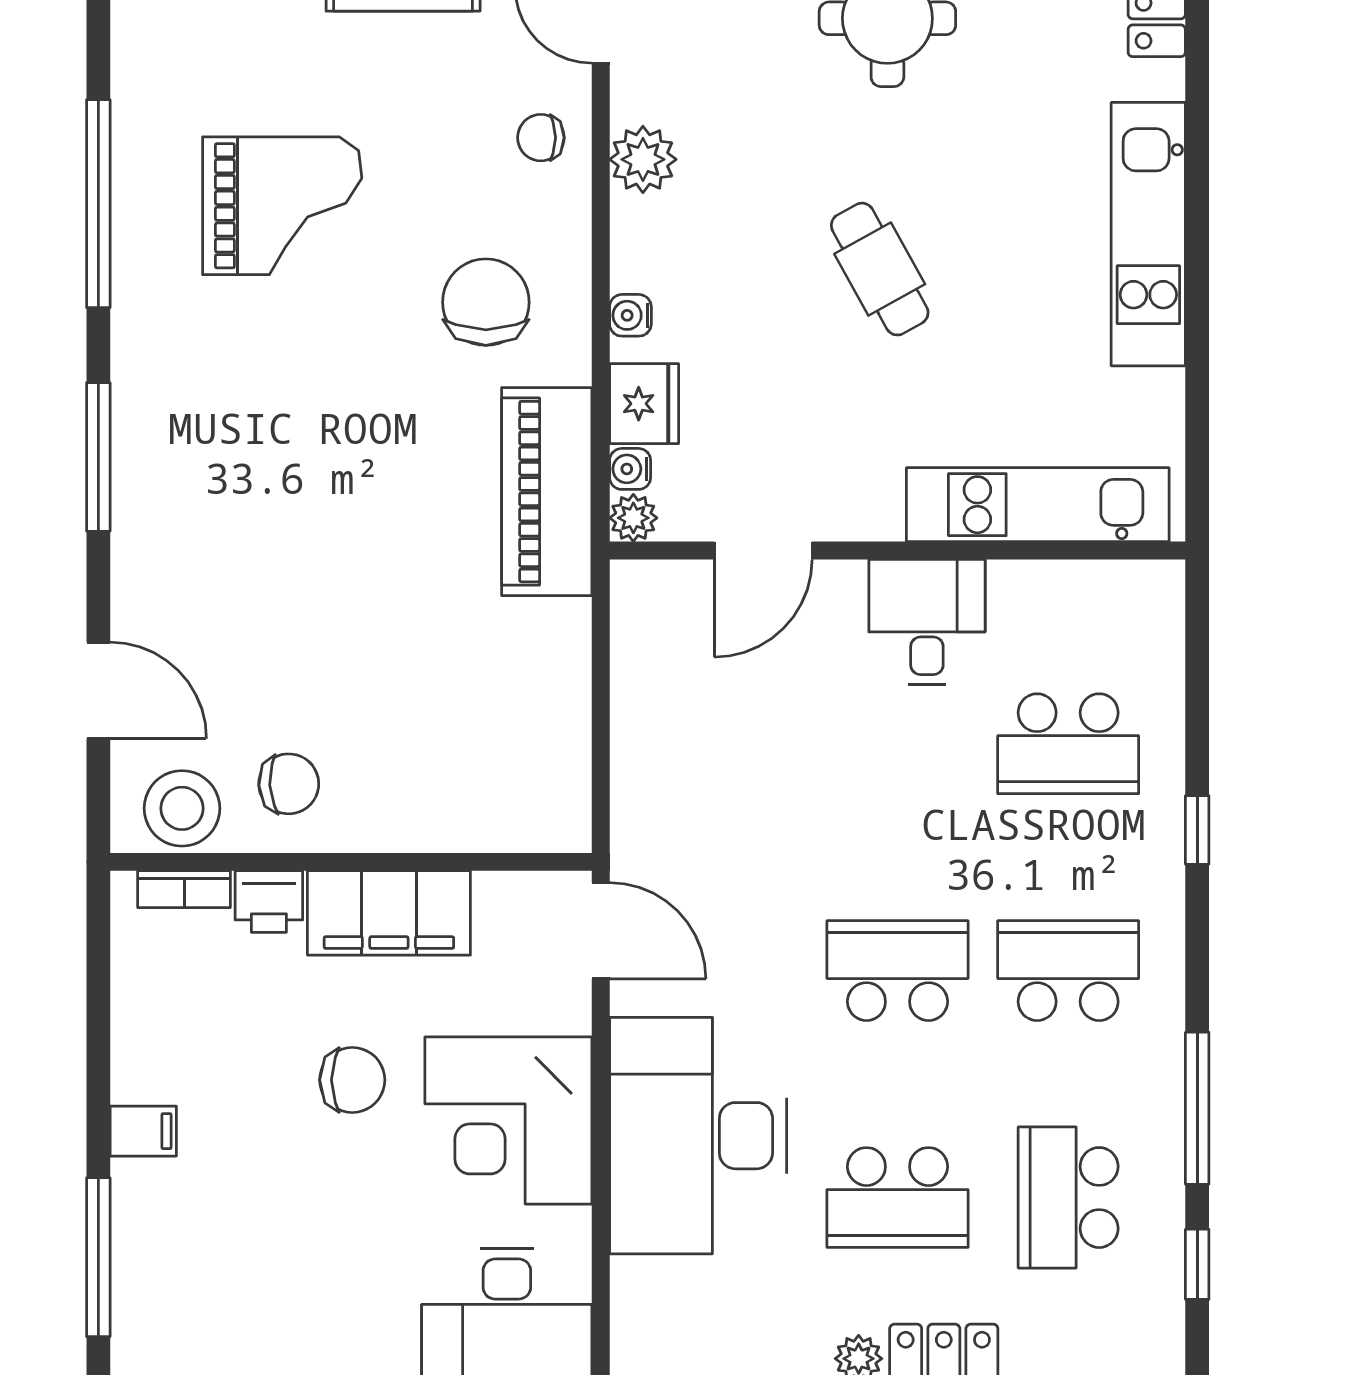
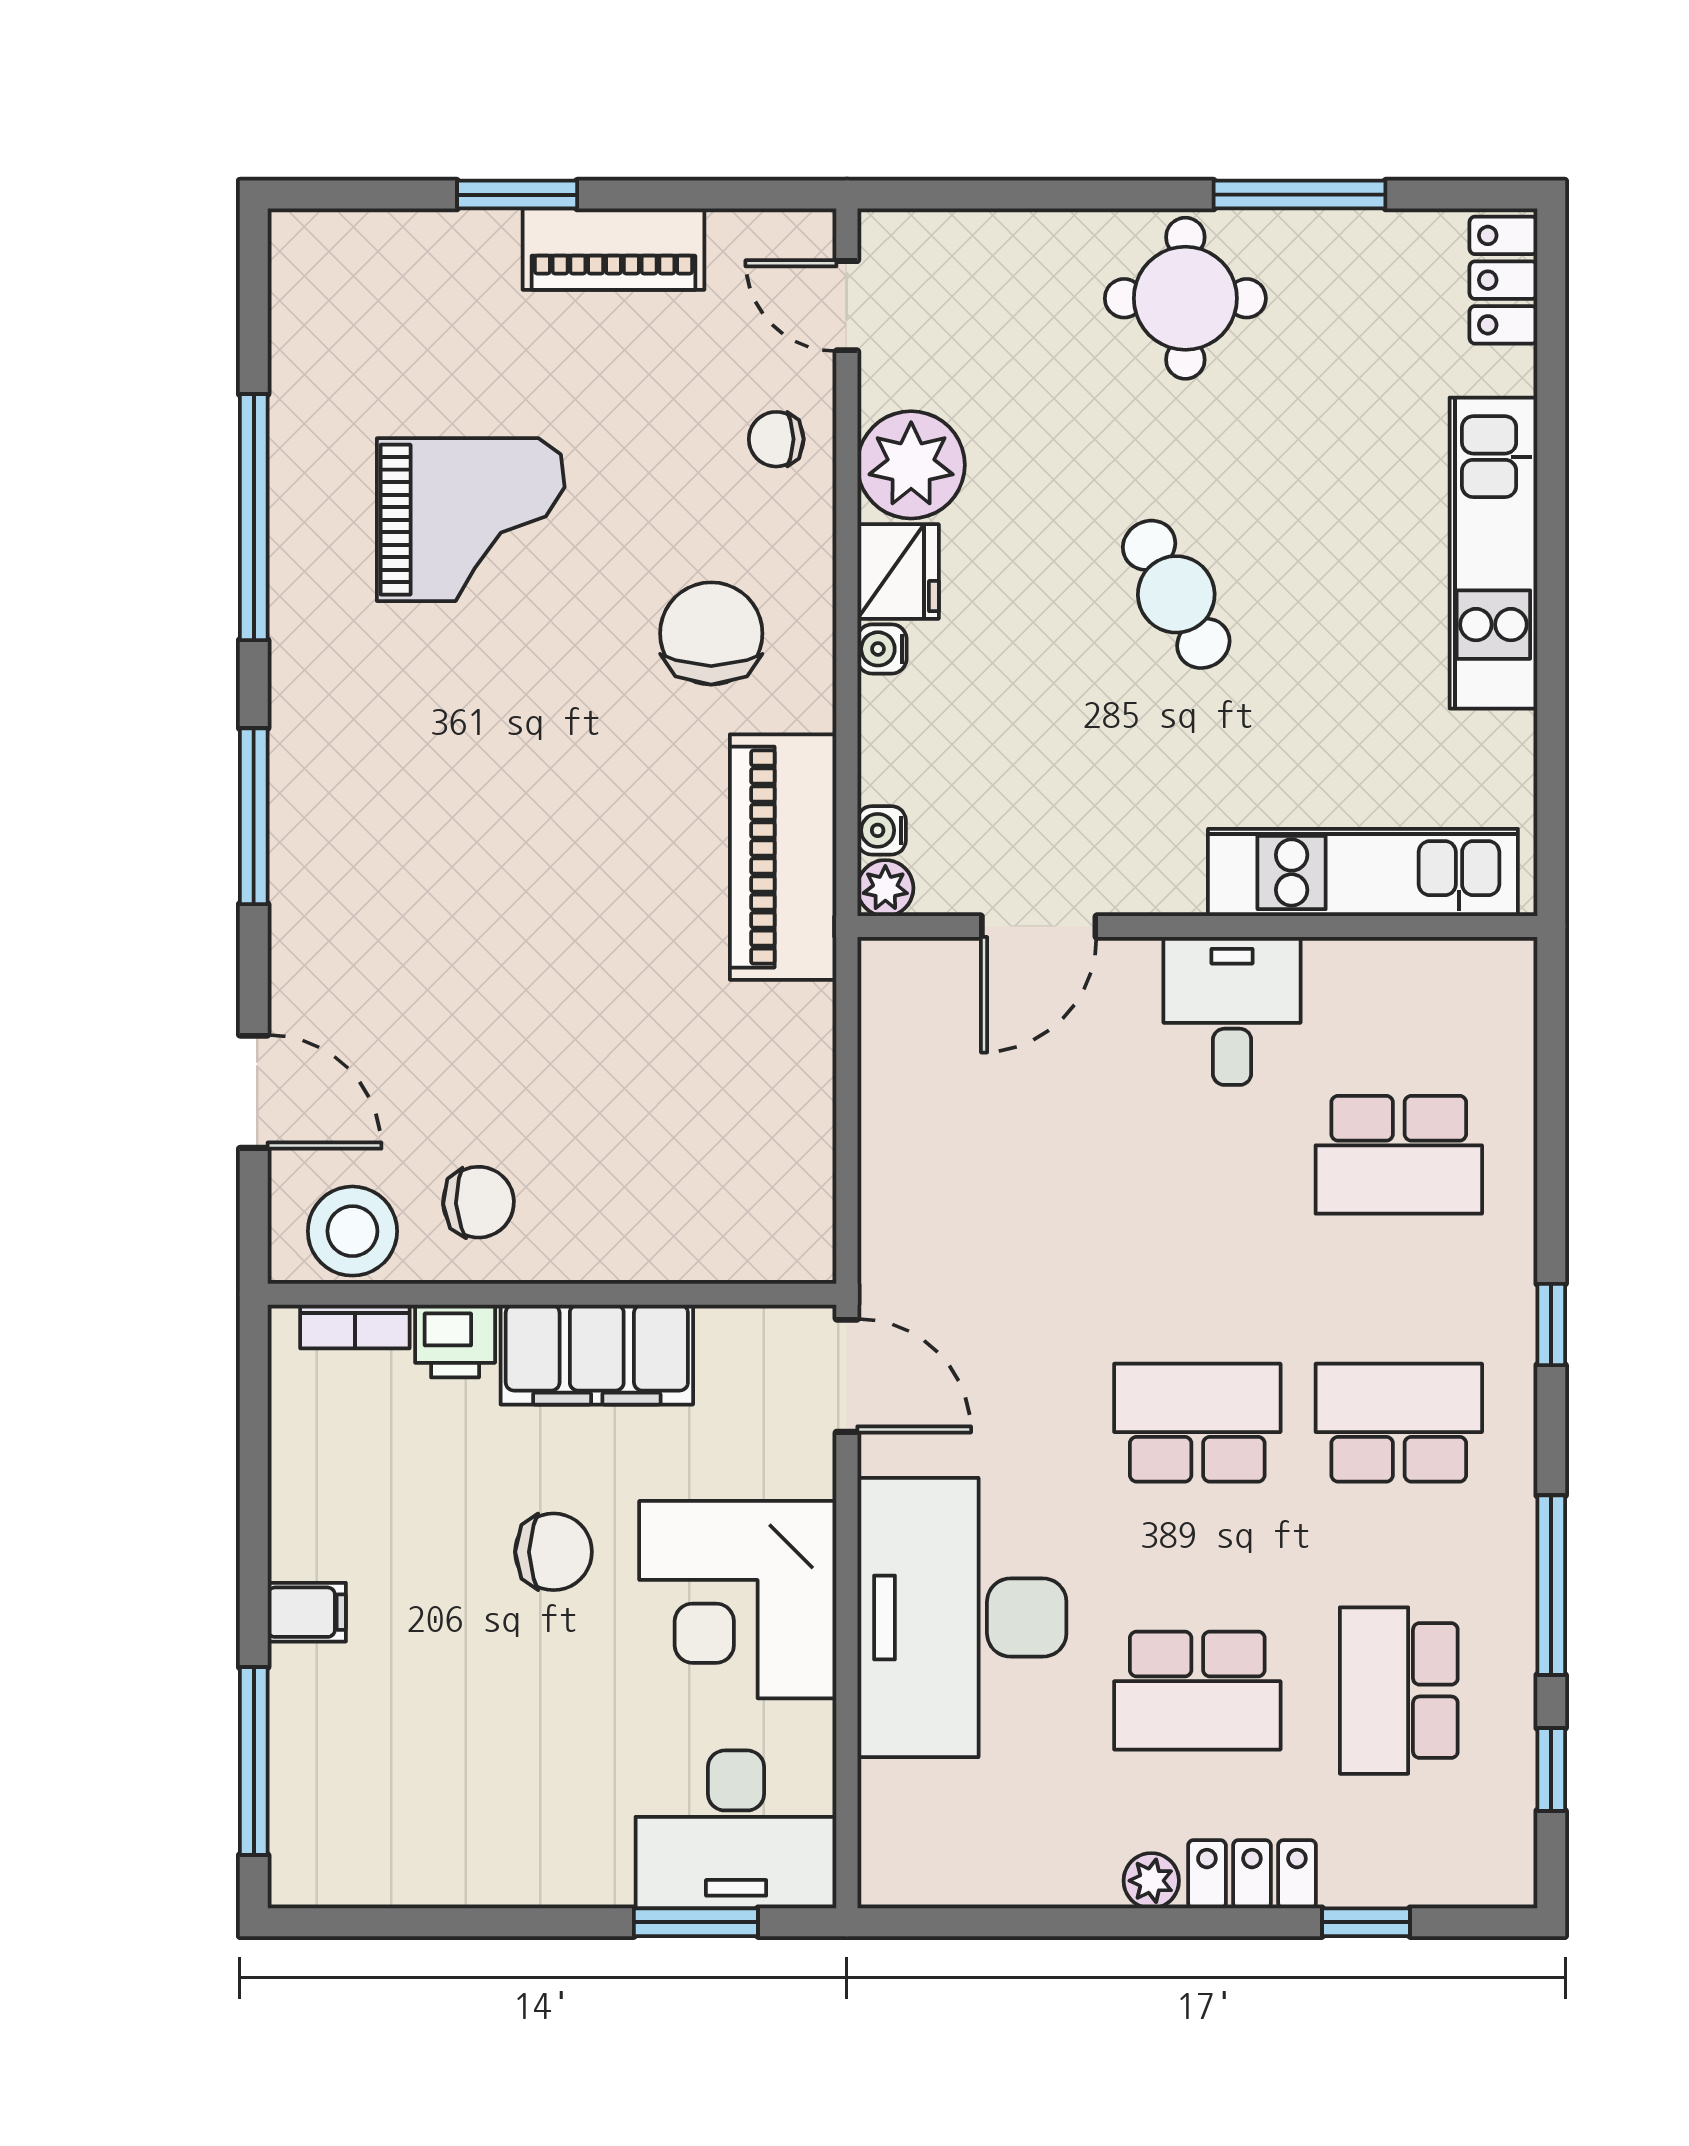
plant: (643, 159) -> (911, 465), width x1.36, depth x1.36
fridge: (644, 404) -> (898, 571), moved
window: (1197, 830) -> (1551, 1324), moved

